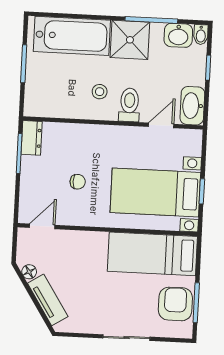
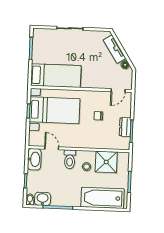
shower: (130, 40) -> (106, 162), moved
door: (161, 125) -> (52, 148), swing flipped
dresser: (32, 138) -> (125, 127), moved
armchair: (175, 304) -> (43, 48), removed

